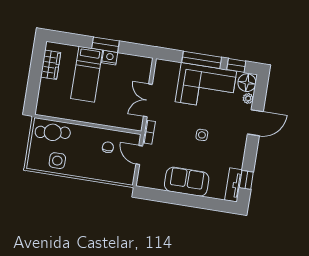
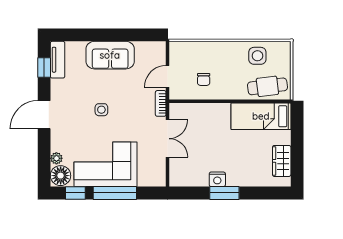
bed: (87, 74) -> (261, 116), moved, turned -90
door: (255, 123) -> (44, 115), moved
door: (139, 155) -> (167, 76), swing flipped

